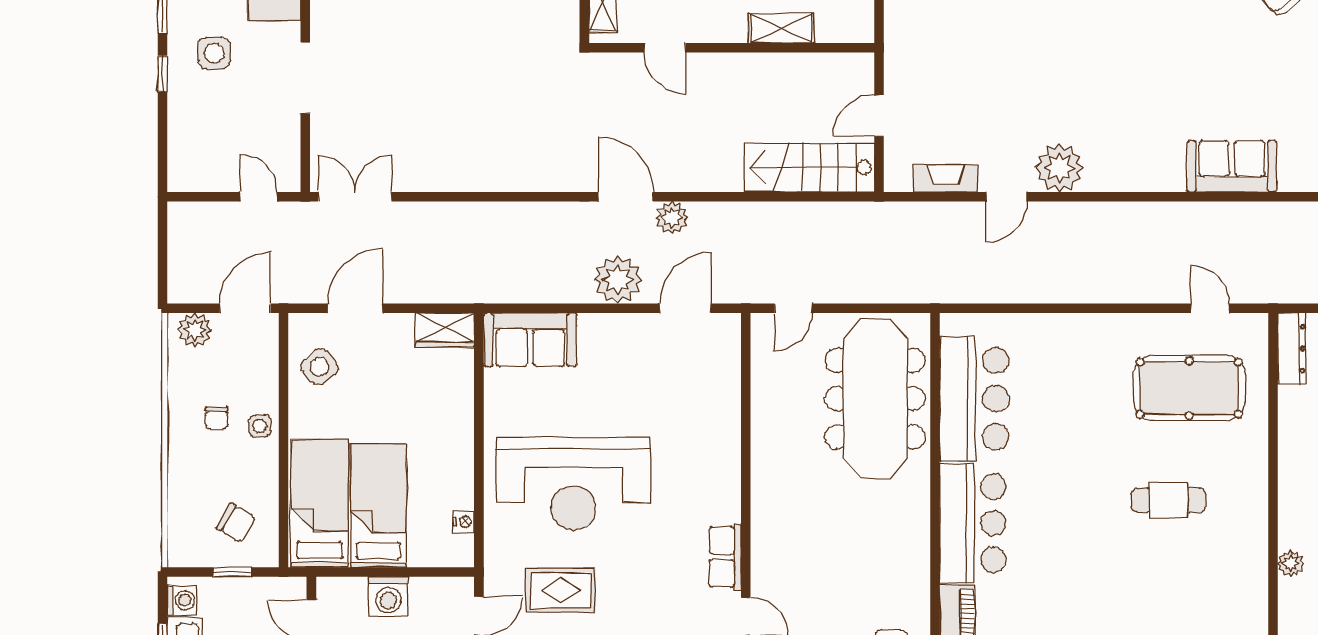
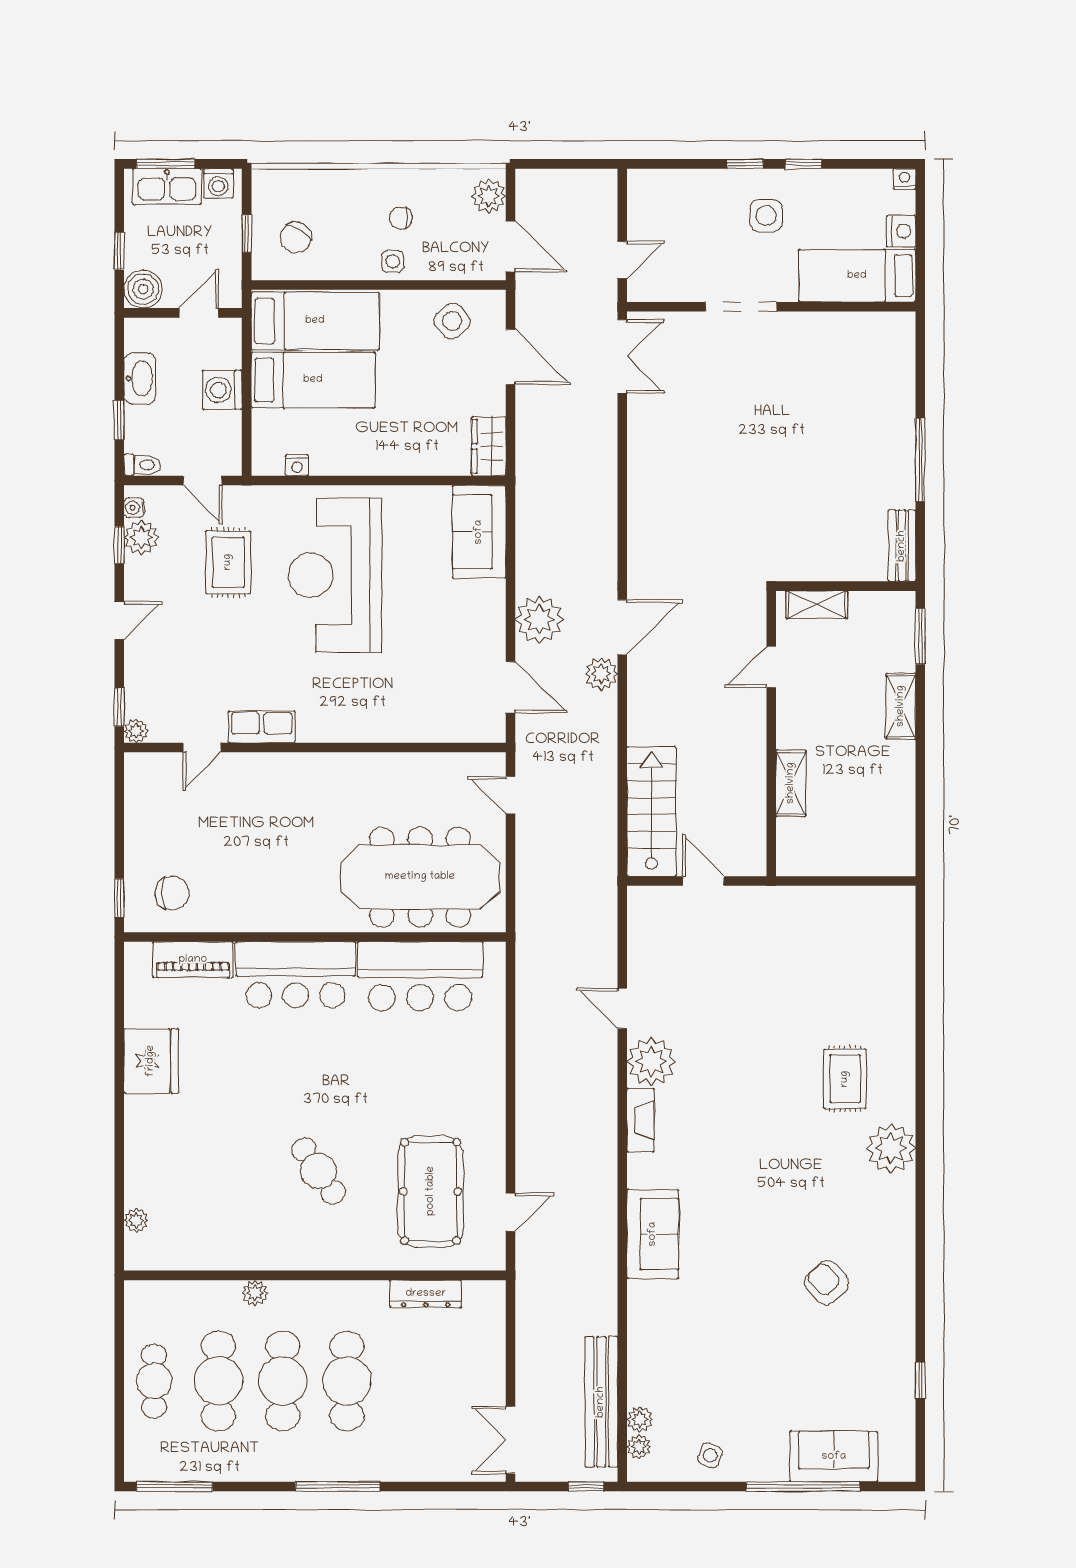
fireplace: (946, 178) -> (641, 1120), moved
dresser: (1292, 349) -> (426, 1294), moved
cafe table: (1169, 500) -> (319, 1171), turned -34

